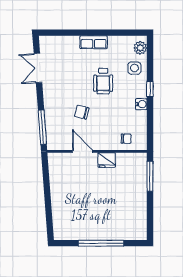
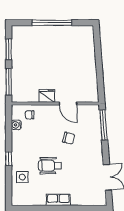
plant: (140, 48) -> (17, 195), removed
wheelchair: (103, 81) -> (50, 166), turned -90
water cooler: (141, 104) -> (16, 125), moved
window: (150, 213) -> (9, 49), added

